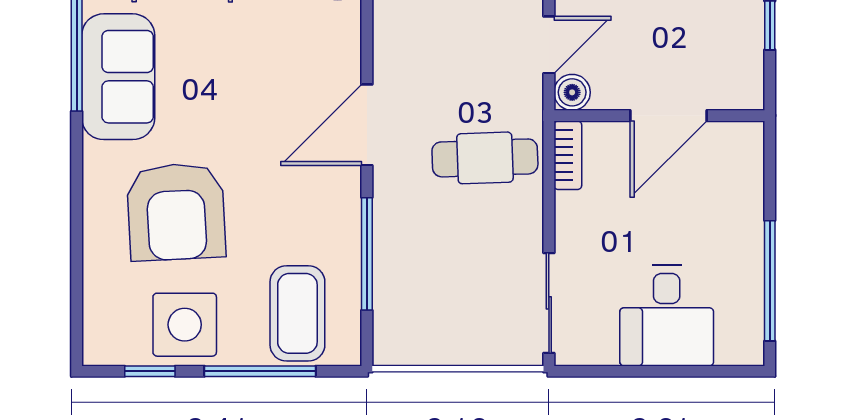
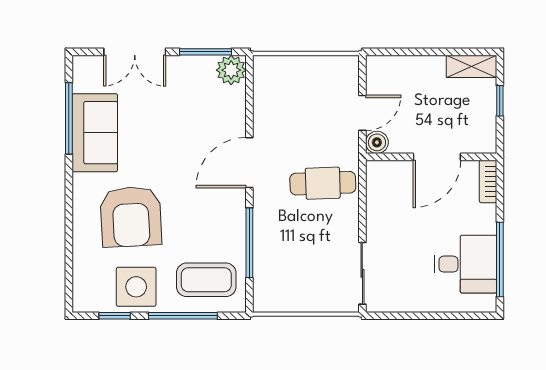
bookcase: (568, 155) -> (488, 181), moved, turned 180
coffee table: (297, 313) -> (206, 280), turned 90
desk: (667, 316) -> (465, 264), moved, turned -90

